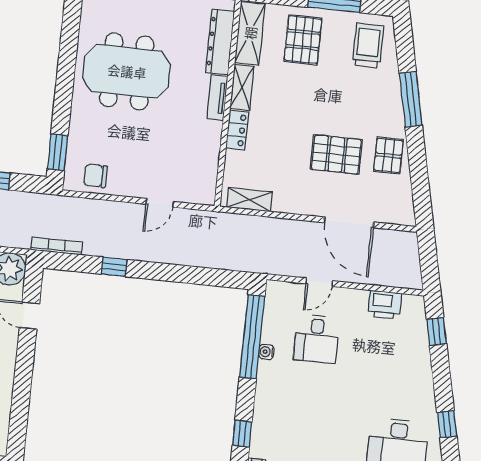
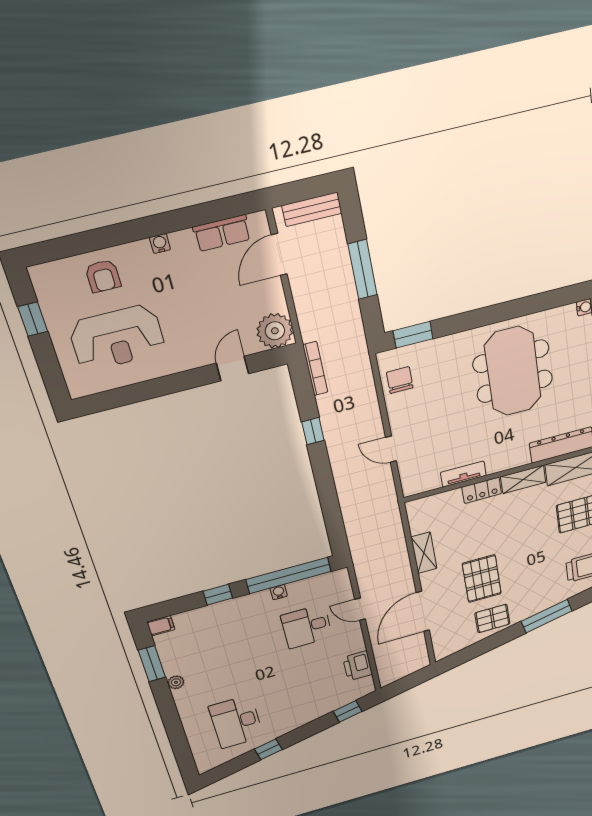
tv unit: (217, 98) -> (463, 474), moved
shelving: (250, 200) -> (424, 553), moved
window: (242, 434) -> (218, 595), moved

